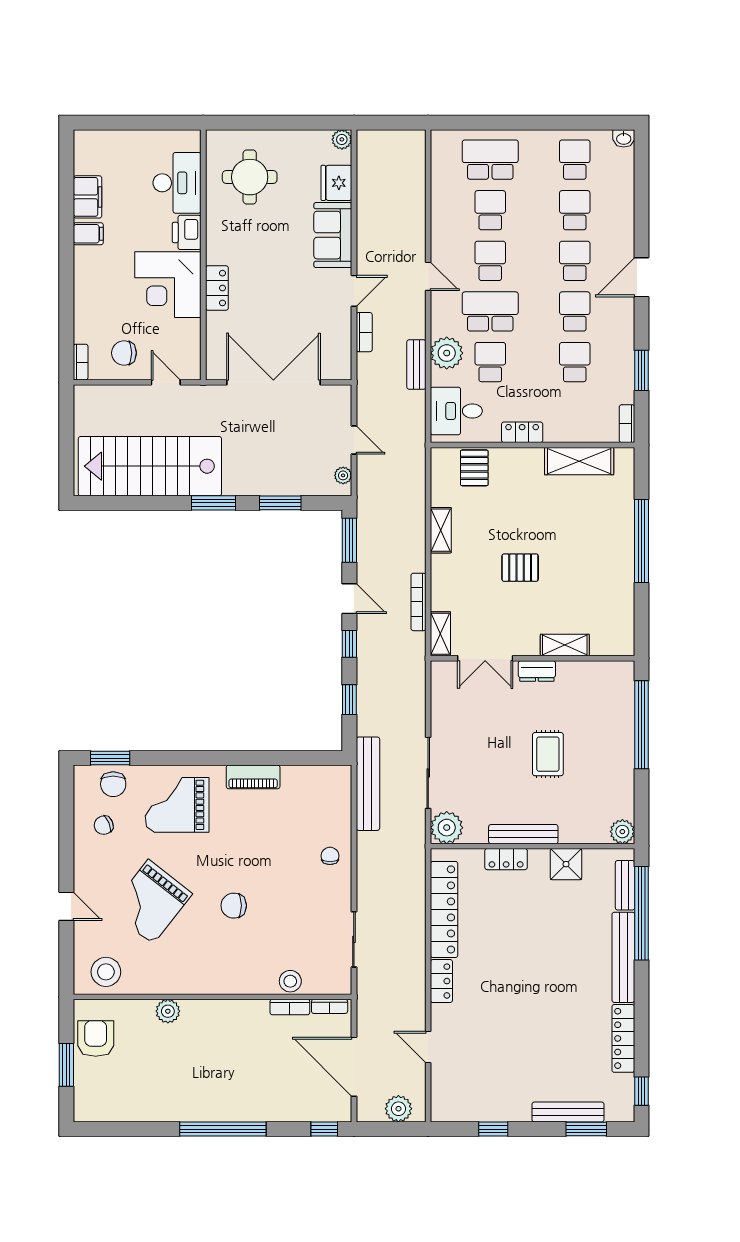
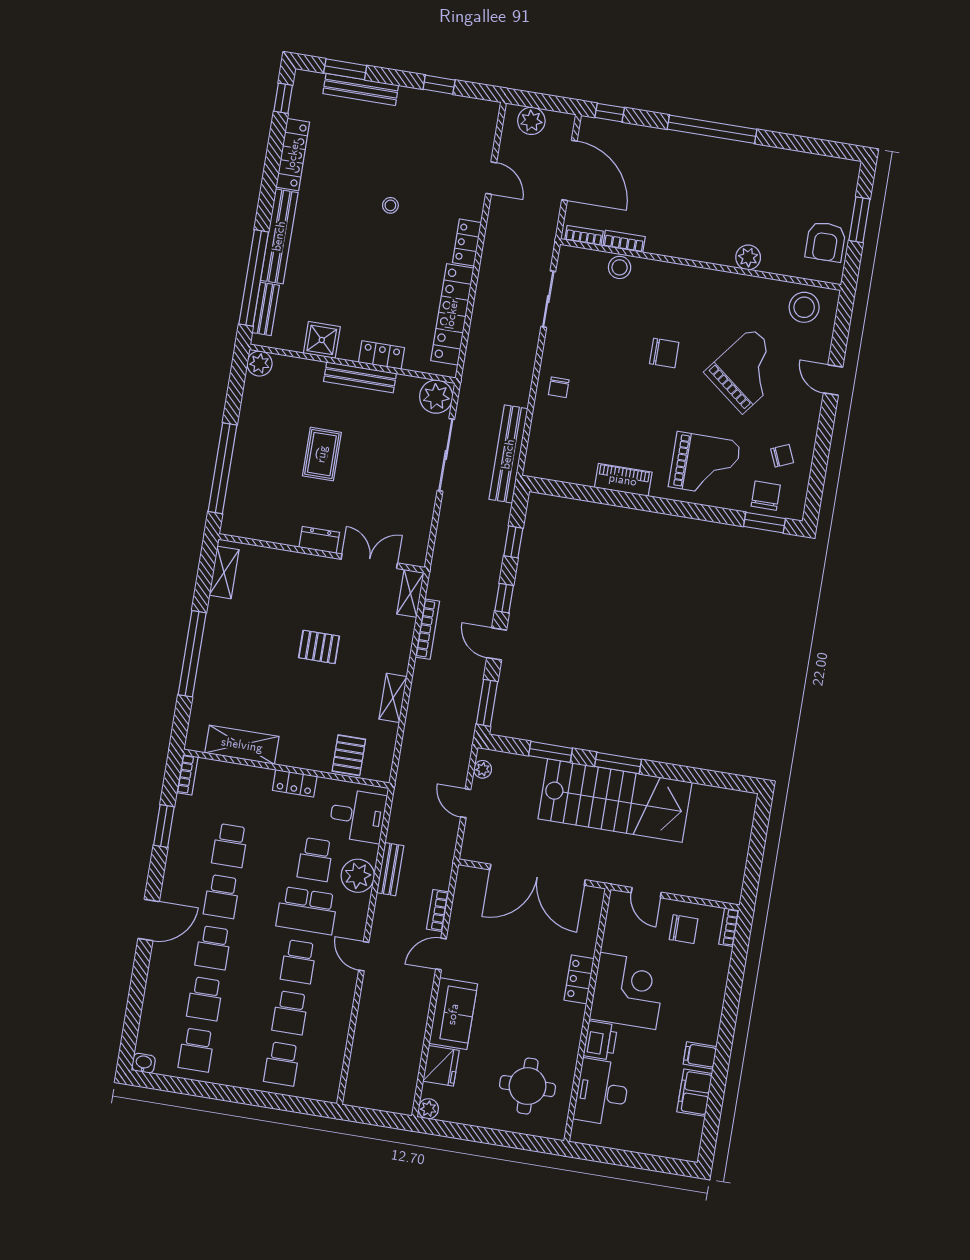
school desk: (490, 160) -> (282, 1064), width x0.54
stairs: (150, 466) -> (615, 801), moved
shelving: (565, 645) -> (224, 572), moved, turned 90
stool: (521, 1005) -> (390, 205), added

